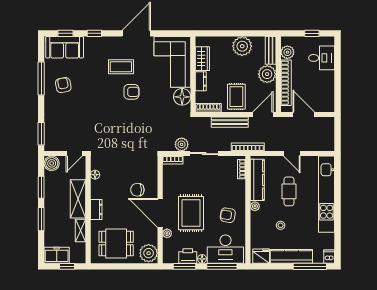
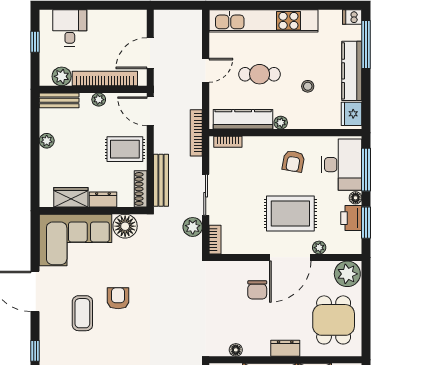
plant: (242, 46) -> (47, 141), width x0.53, depth x0.53
plant: (267, 74) -> (99, 100), width x0.53, depth x0.53
bench: (230, 122) -> (161, 180), moved

